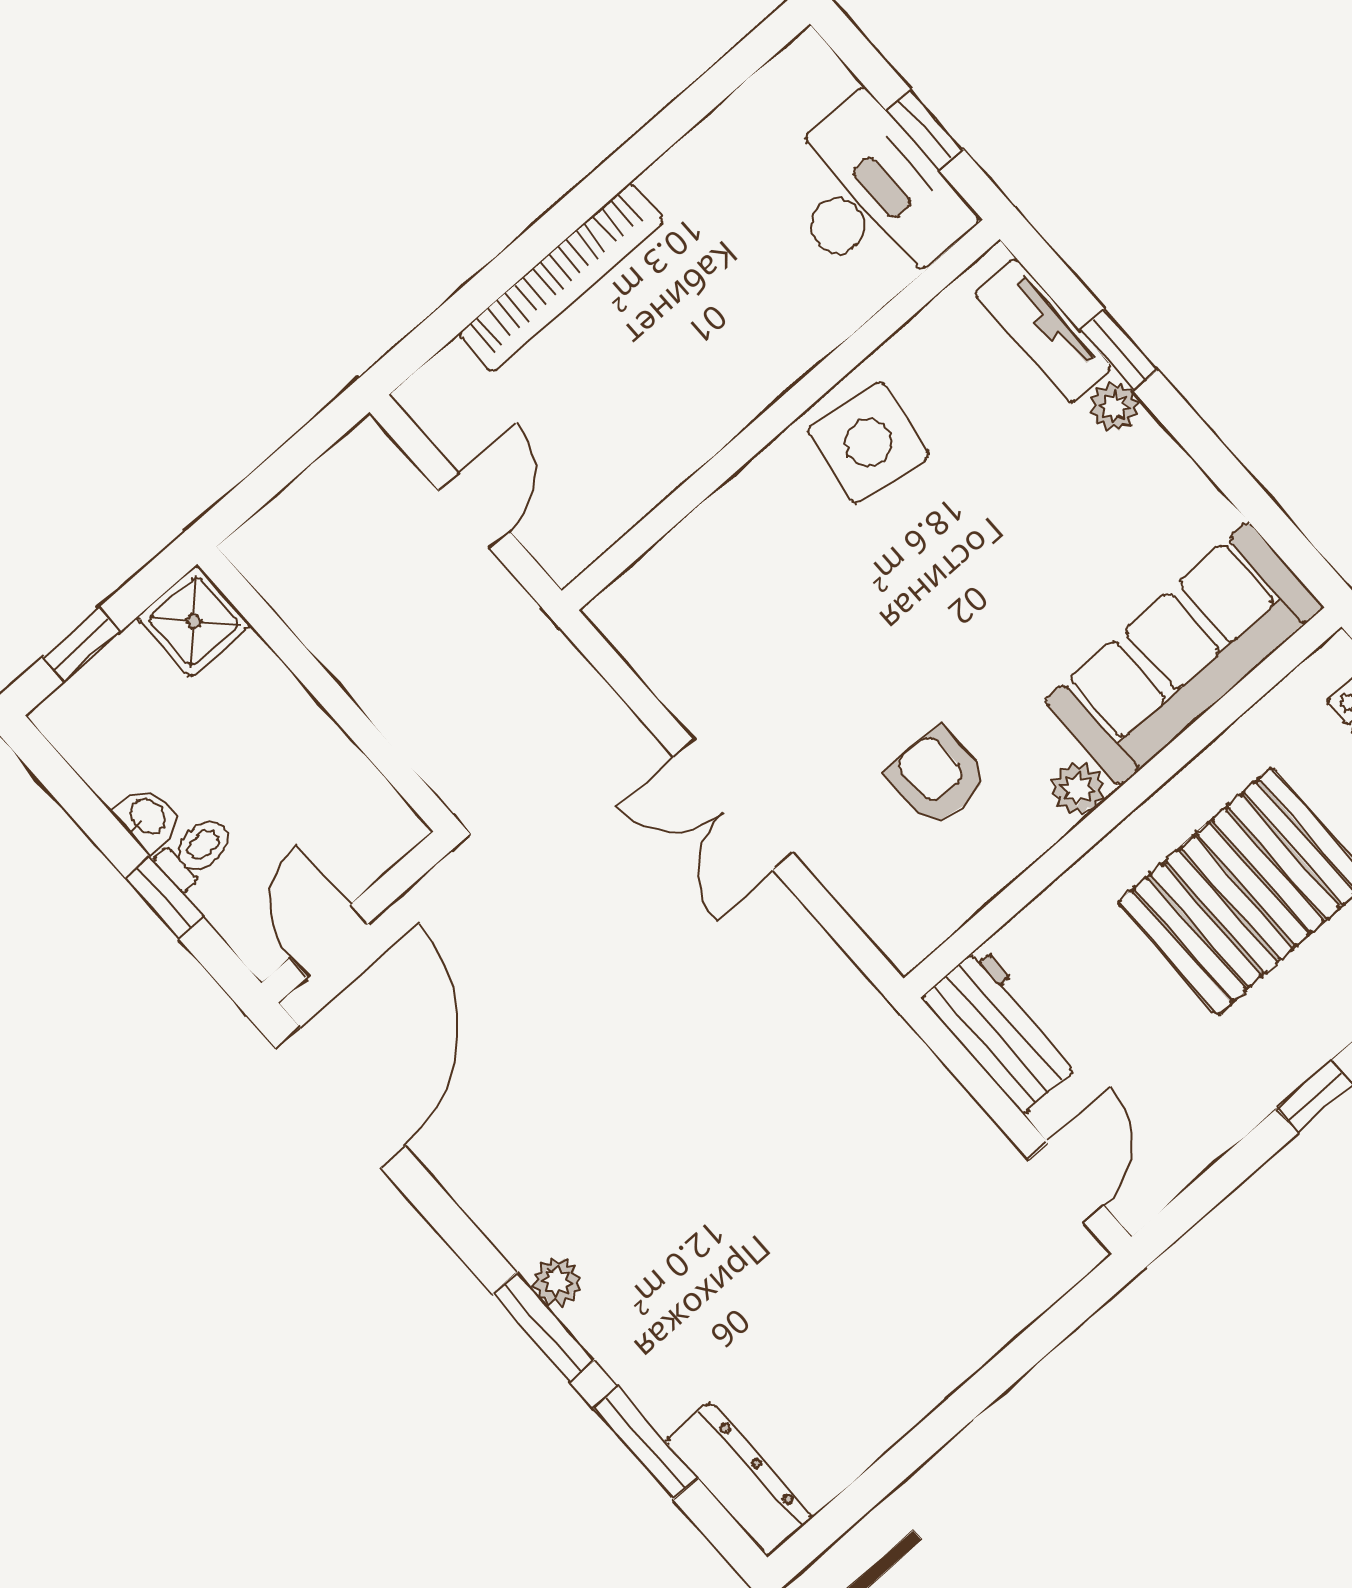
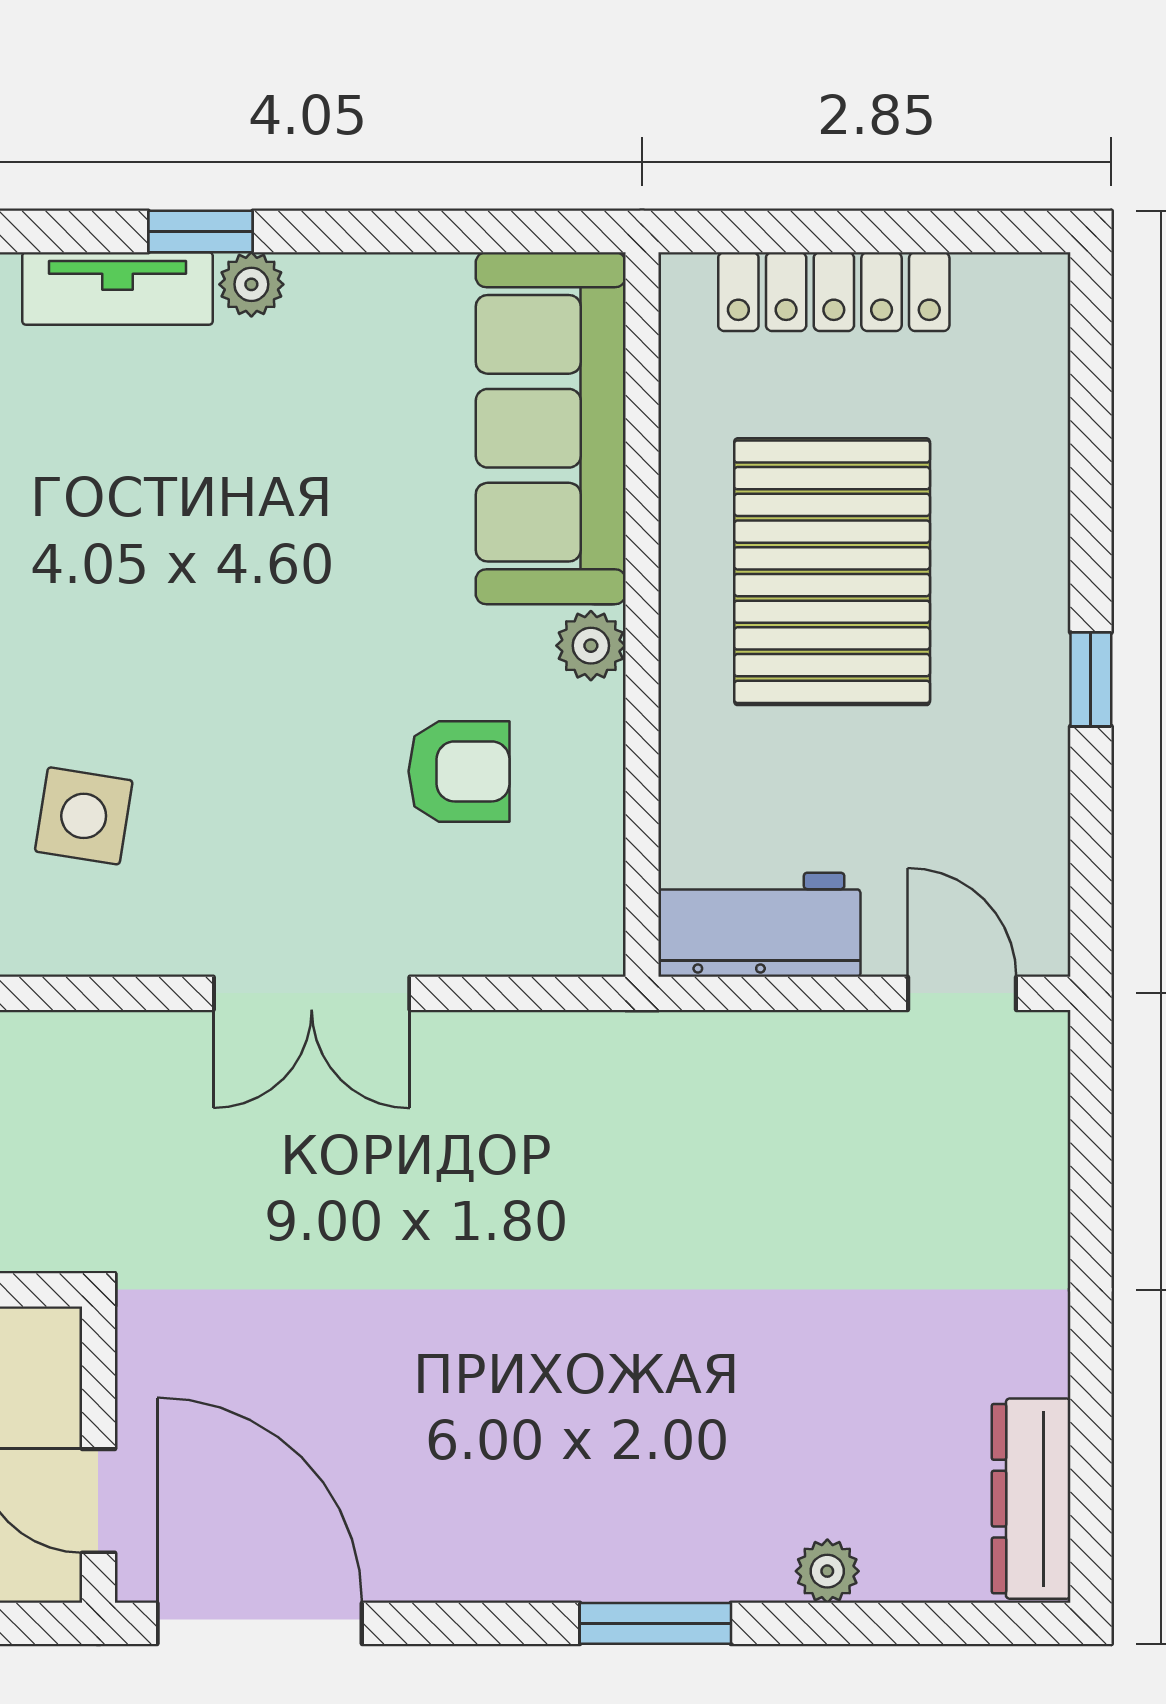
side table: (868, 443) -> (84, 816), moved, width x0.73, depth x0.73
armchair: (937, 777) -> (459, 771), turned 180
plant: (557, 1282) -> (827, 1571), moved
window: (645, 1443) -> (855, 1623), removed
dresser: (739, 1479) -> (1031, 1499), moved, turned -90

